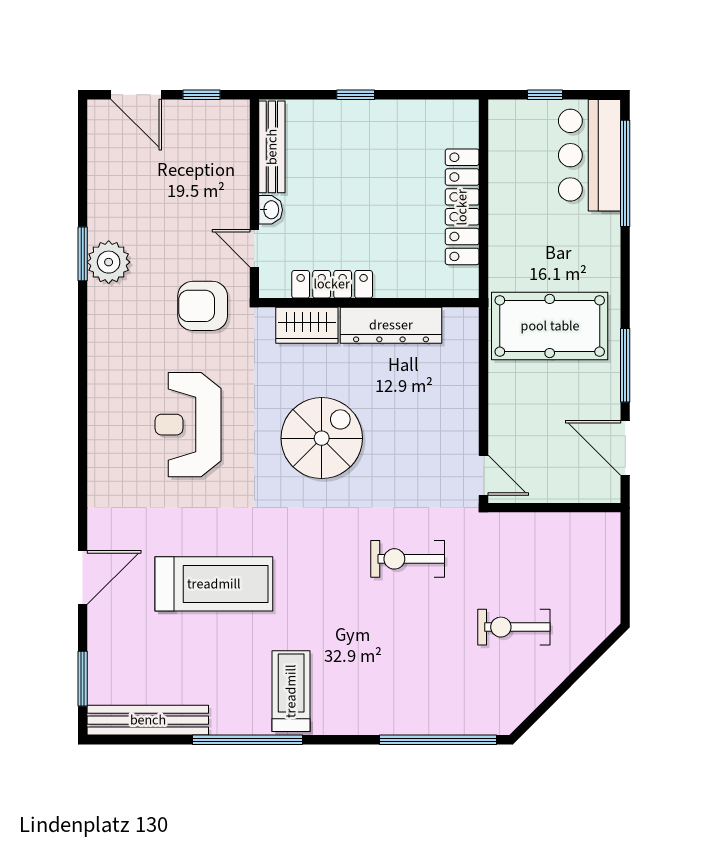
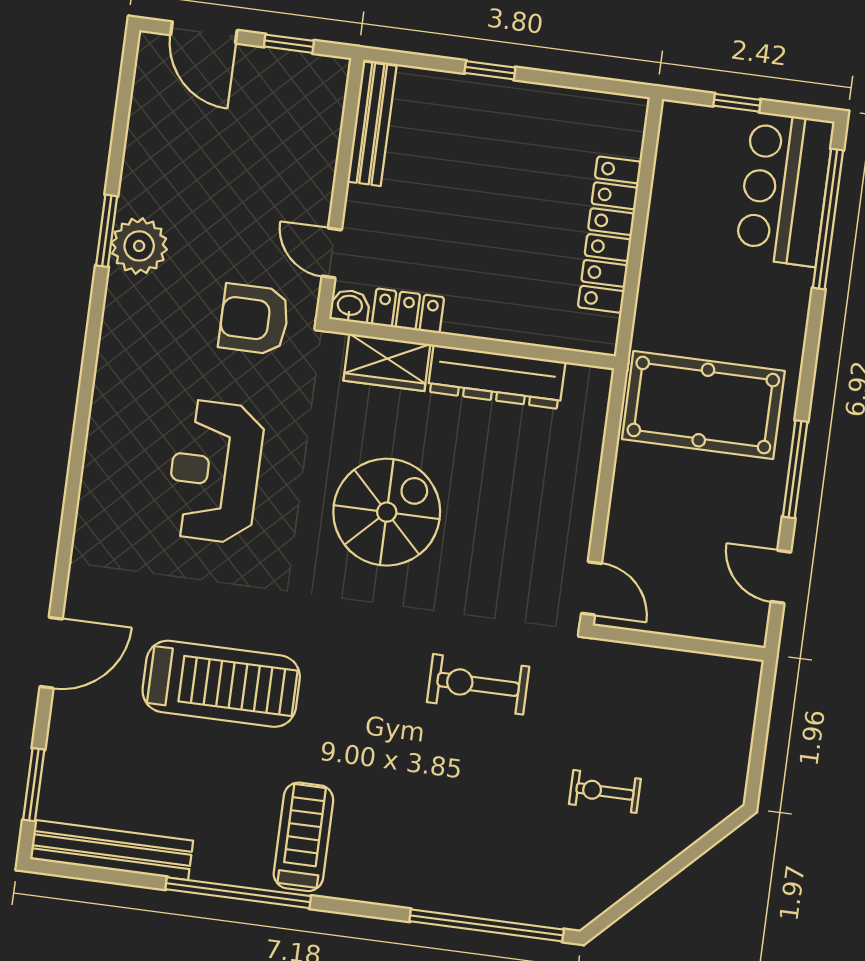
washbasin: (271, 210) -> (350, 306), moved, turned -90
locker: (332, 284) -> (408, 311), width x0.66
door: (625, 448) -> (781, 577), width x0.73
exercise bike: (514, 627) -> (605, 791), width x0.73, depth x0.72

